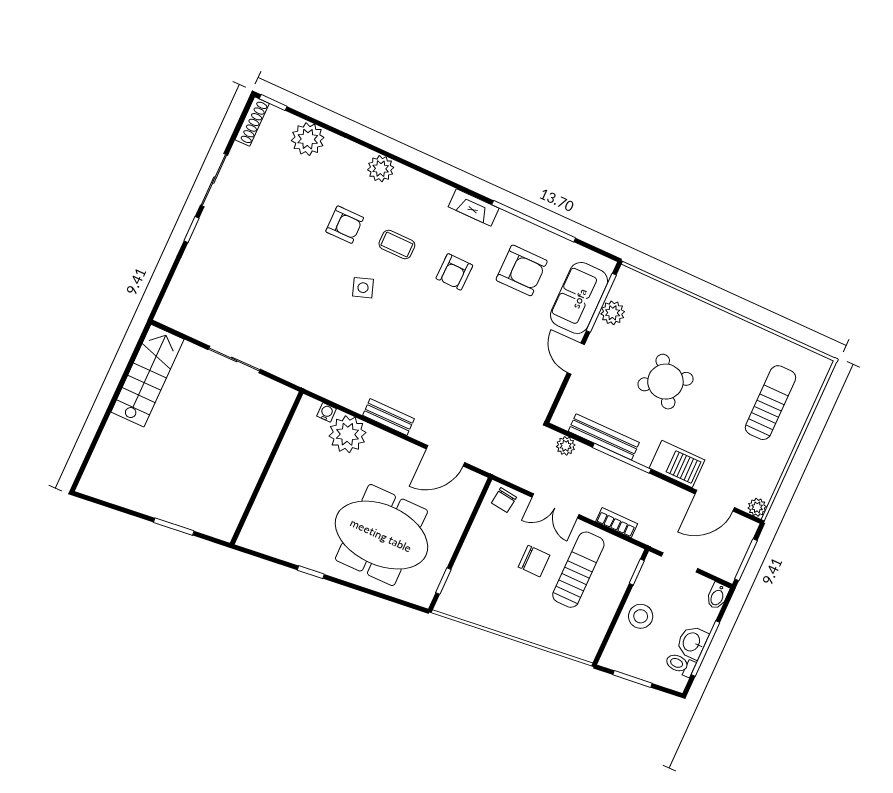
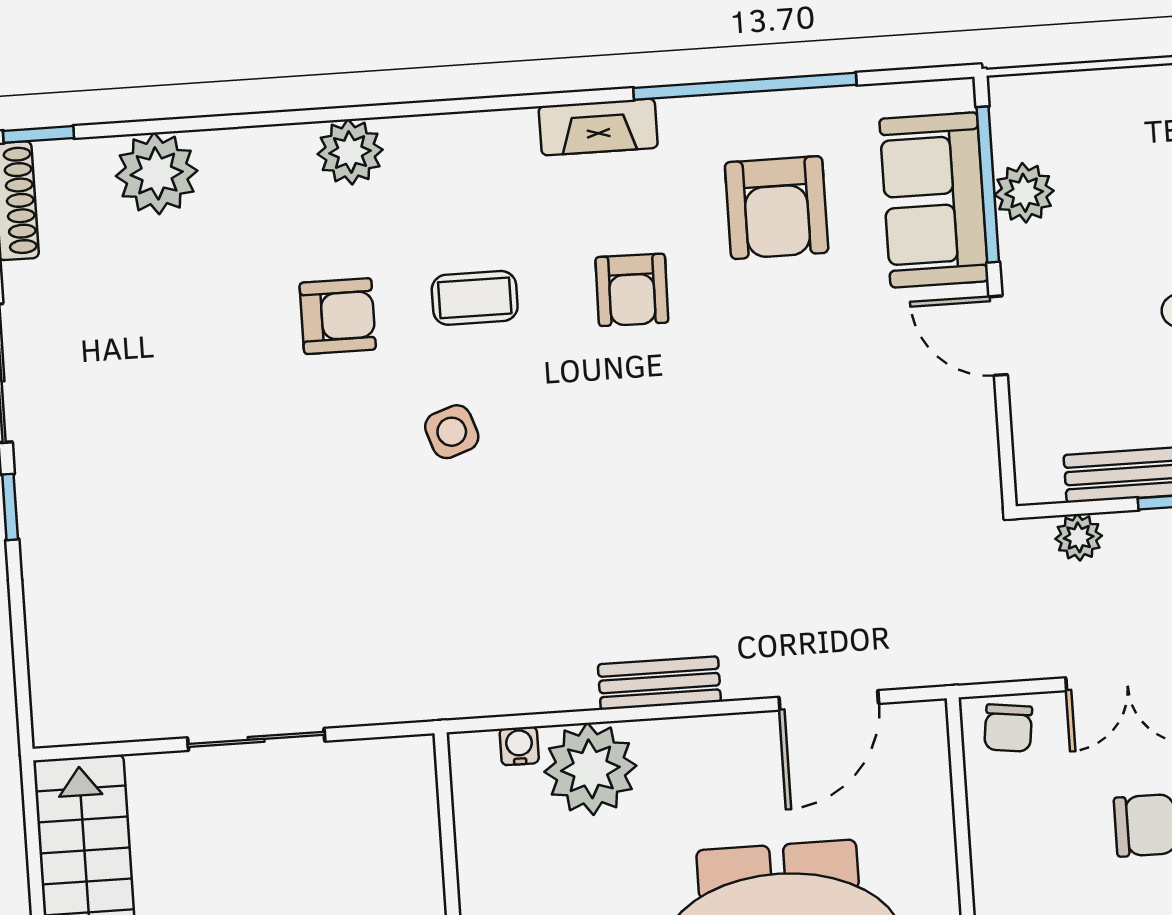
armchair: (522, 270) -> (777, 208), turned 90

